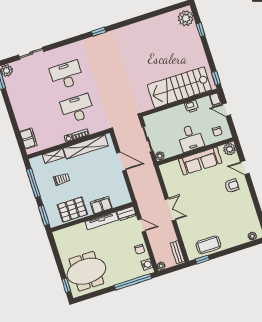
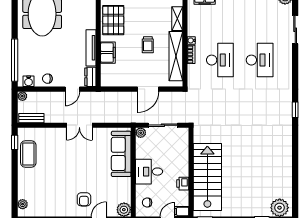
sofa: (200, 161) -> (121, 154), moved
trolley: (62, 179) -> (148, 45), moved

